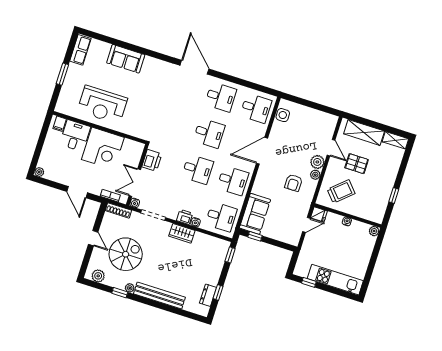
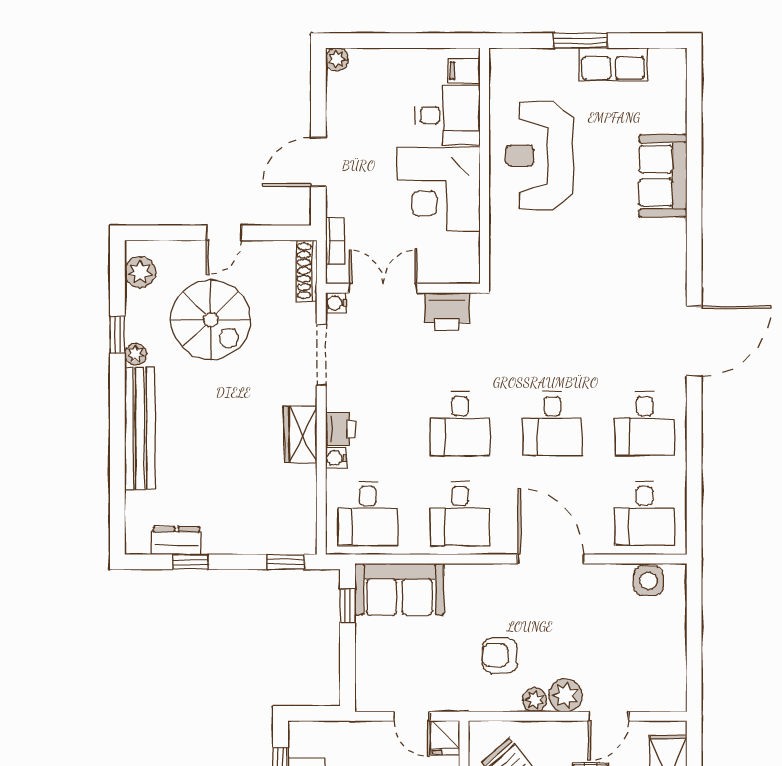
row of seats: (80, 50) -> (613, 64), moved

